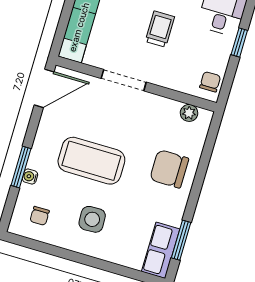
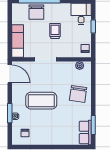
door: (44, 88) -> (10, 74), hinge flipped
chair: (169, 169) -> (78, 94), turned -82
side table: (92, 219) -> (50, 127), removed

